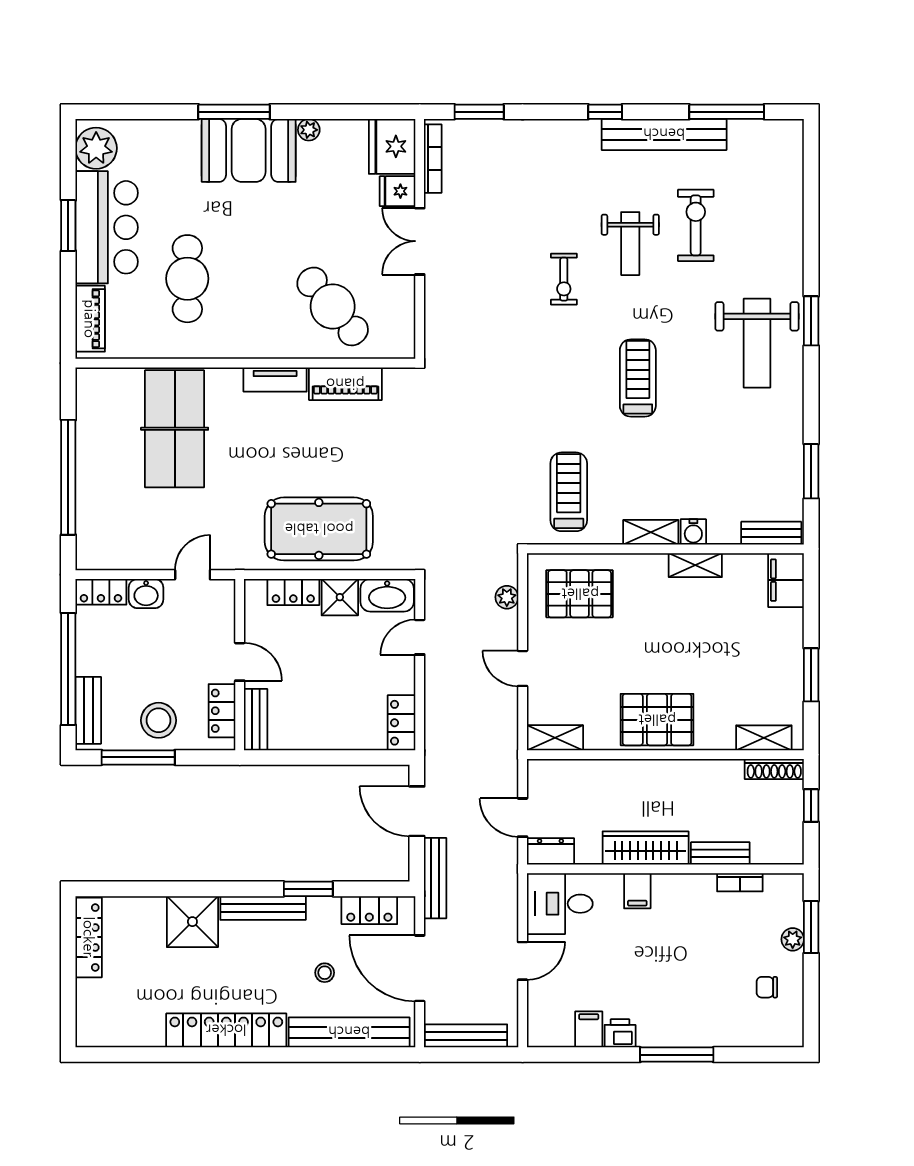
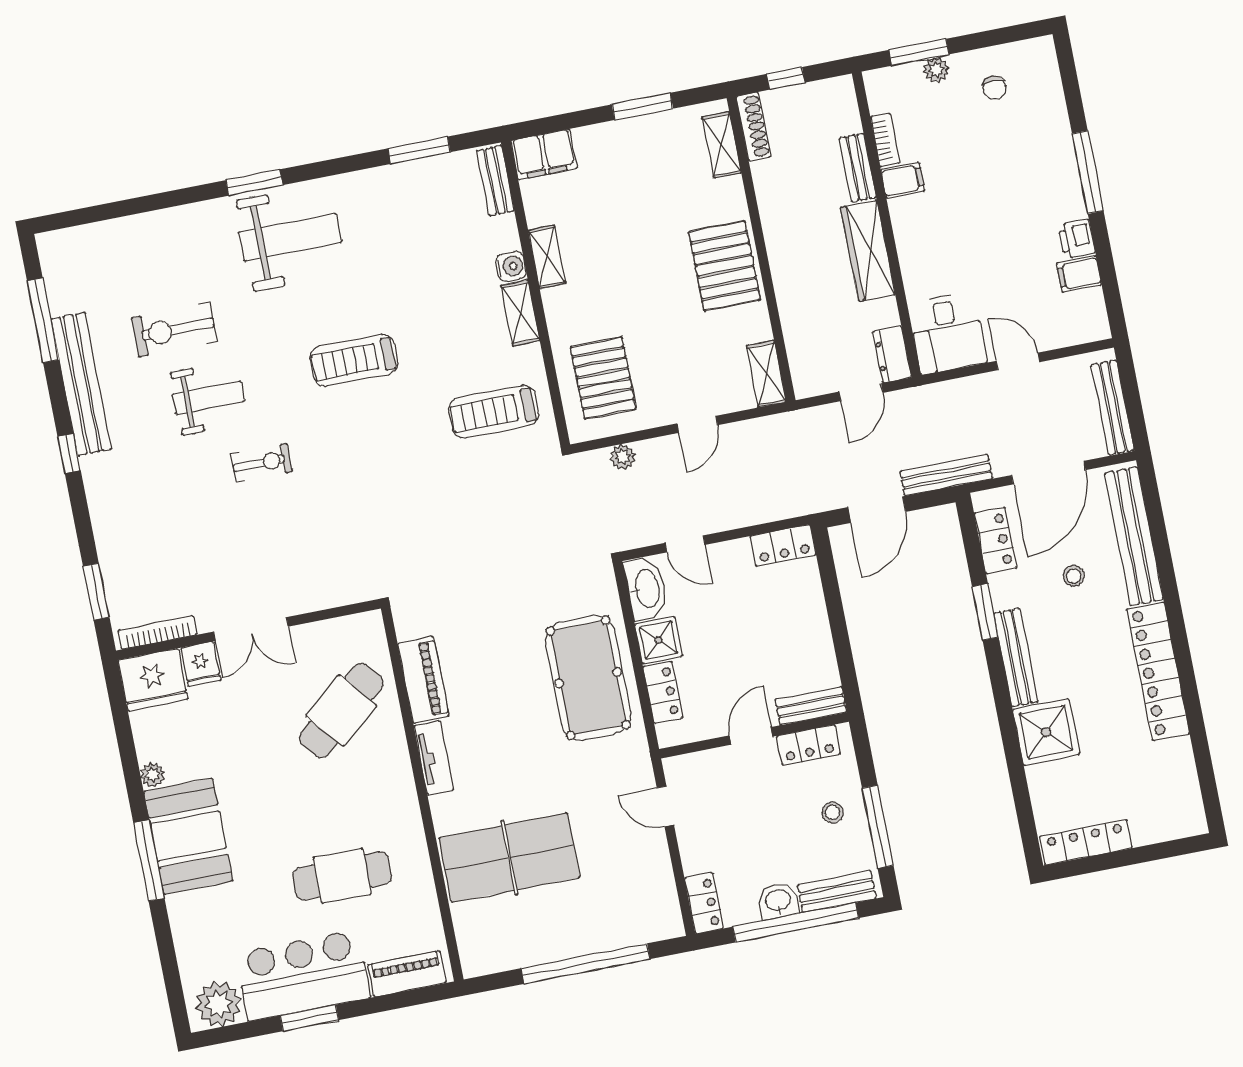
washbasin: (146, 594) -> (778, 901), moved, turned -90
stool: (159, 720) -> (833, 812), width x0.53, depth x0.53
filing cabinet: (637, 891) -> (903, 180), moved

